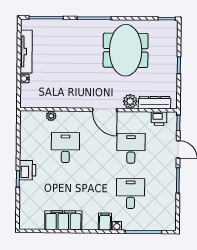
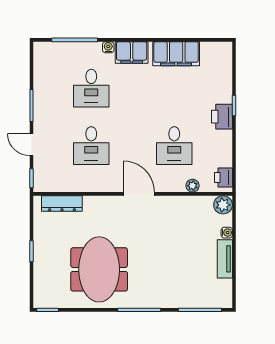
tv unit: (26, 52) -> (225, 259), width x0.71
plant: (130, 101) -> (223, 205), moved
door: (105, 110) -> (139, 194), moved
printer: (159, 119) -> (223, 177), moved, turned -90
filing cabinet: (105, 222) -> (132, 52), width x2.00

